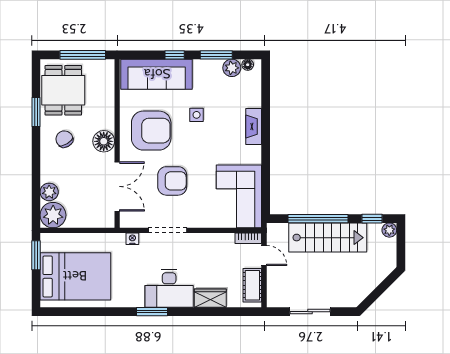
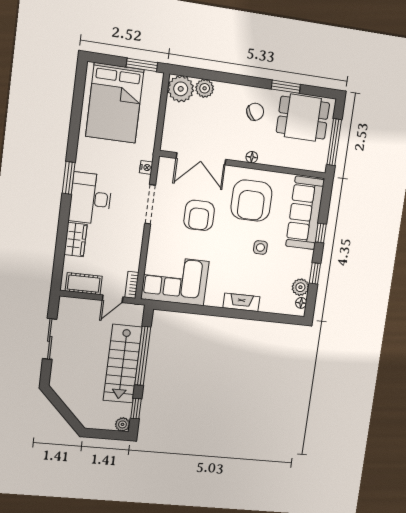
window: (216, 55) -> (315, 273), width x0.67
floor lamp: (104, 141) -> (252, 157), width x0.53, depth x0.53

